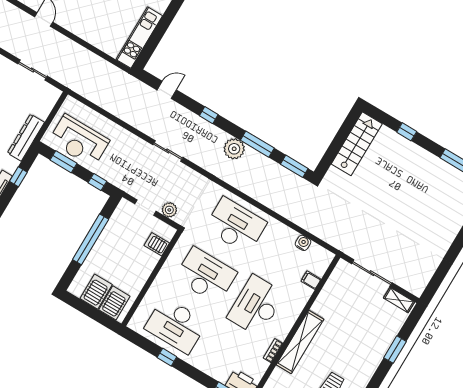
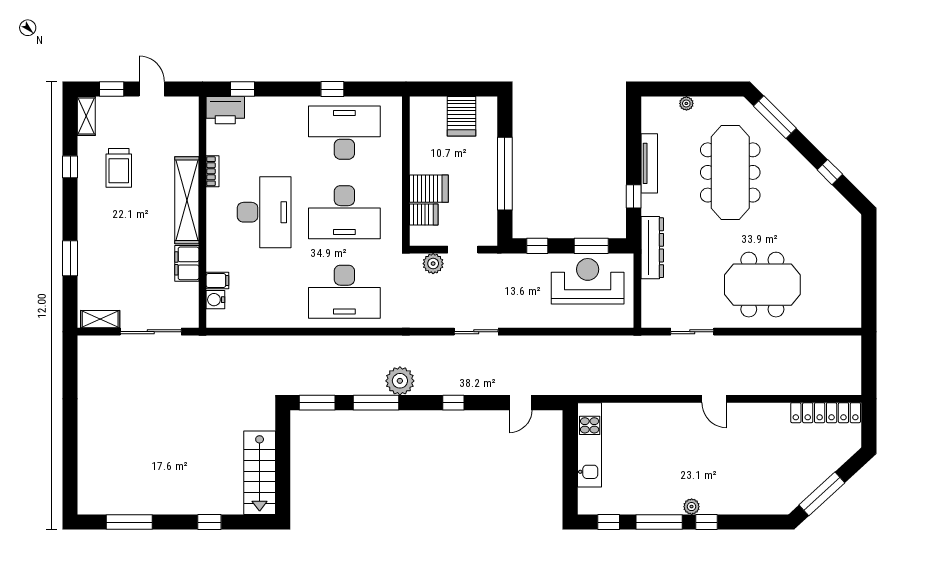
water cooler: (303, 243) -> (215, 300), moved, turned 90
filing cabinet: (324, 302) -> (187, 263), added
server rack: (114, 303) -> (429, 189), moved, turned -90

